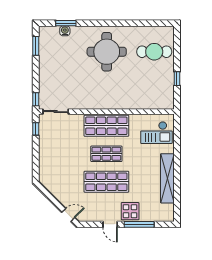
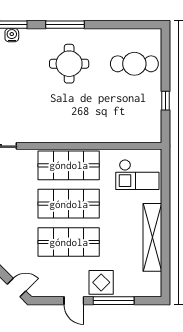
window: (104, 23) -> (65, 25), added
round table: (107, 52) -> (69, 64), width x0.73, depth x0.73
shop shelf: (106, 154) -> (69, 204), width x1.43, depth x1.36

